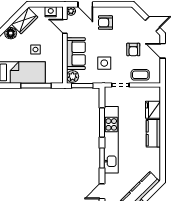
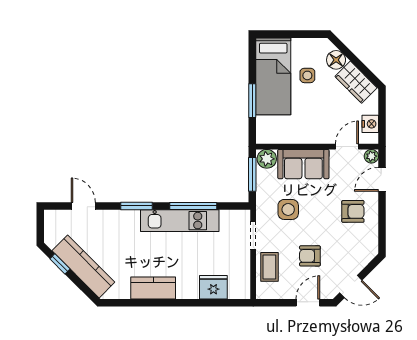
armchair: (105, 23) -> (353, 211), turned 90
door: (152, 24) -> (351, 286), hinge flipped
side table: (35, 50) -> (307, 75), moved
window: (36, 86) -> (252, 101), width x0.69
kitchen counter: (153, 133) -> (153, 288), moved
kitchen unit: (111, 140) -> (180, 221), width x0.73

